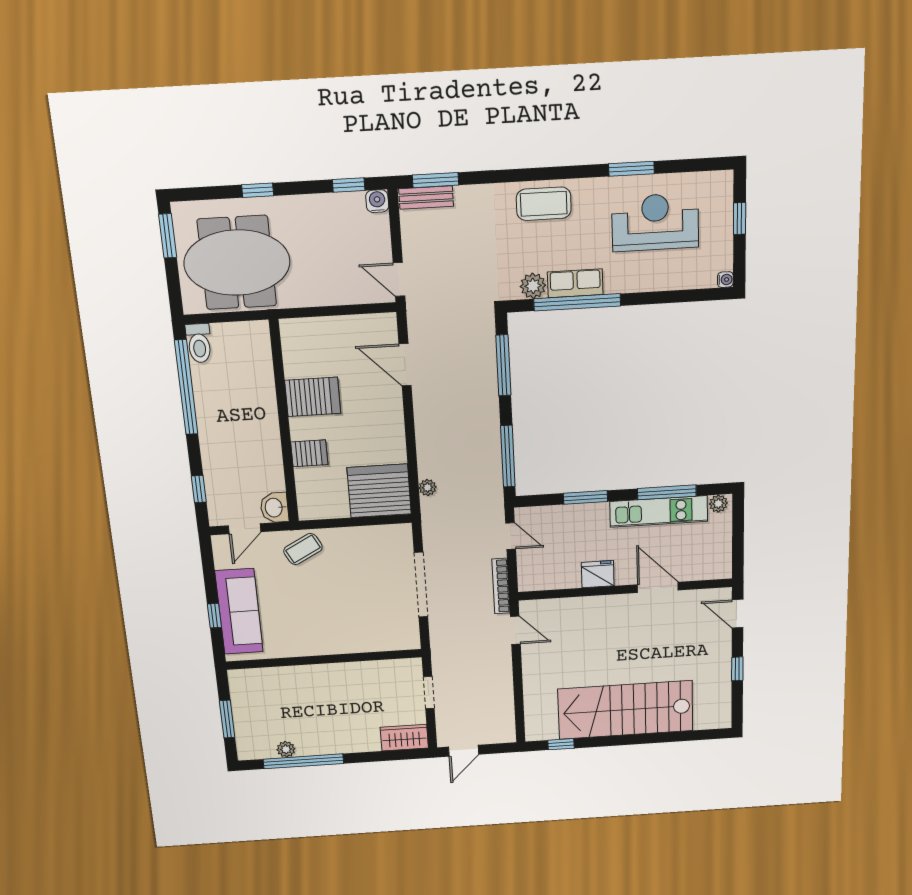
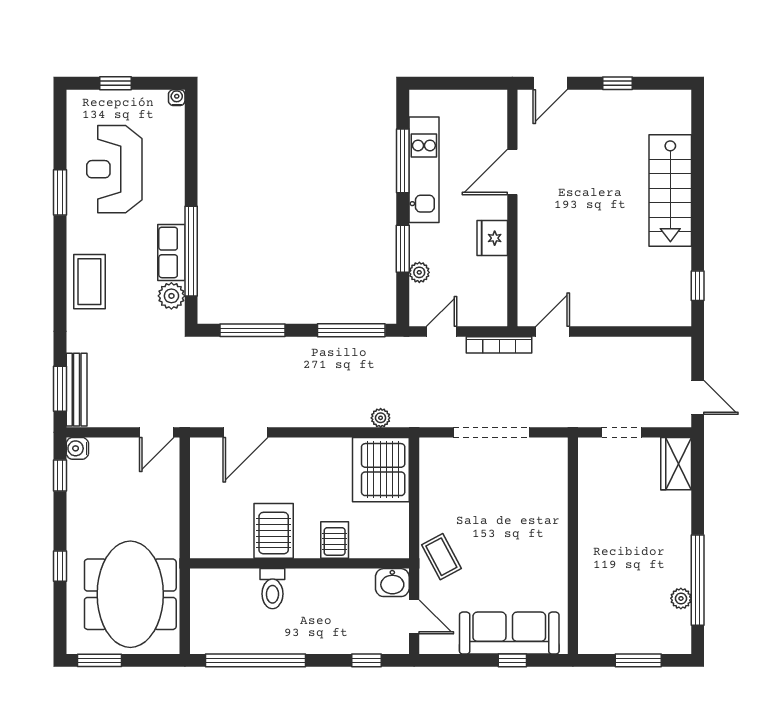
bench: (426, 197) -> (77, 390), width x1.36
toilet: (199, 343) -> (272, 589), moved, turned 90
plant: (718, 504) -> (419, 272), moved
stairs: (625, 710) -> (670, 191), width x0.73, depth x0.66

